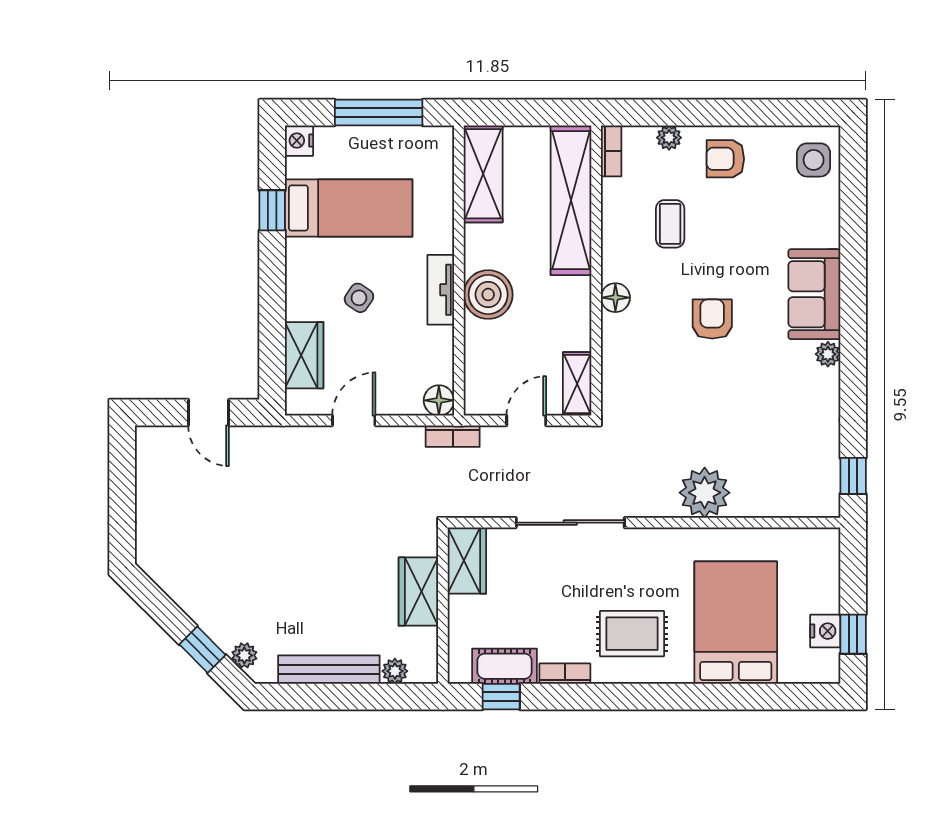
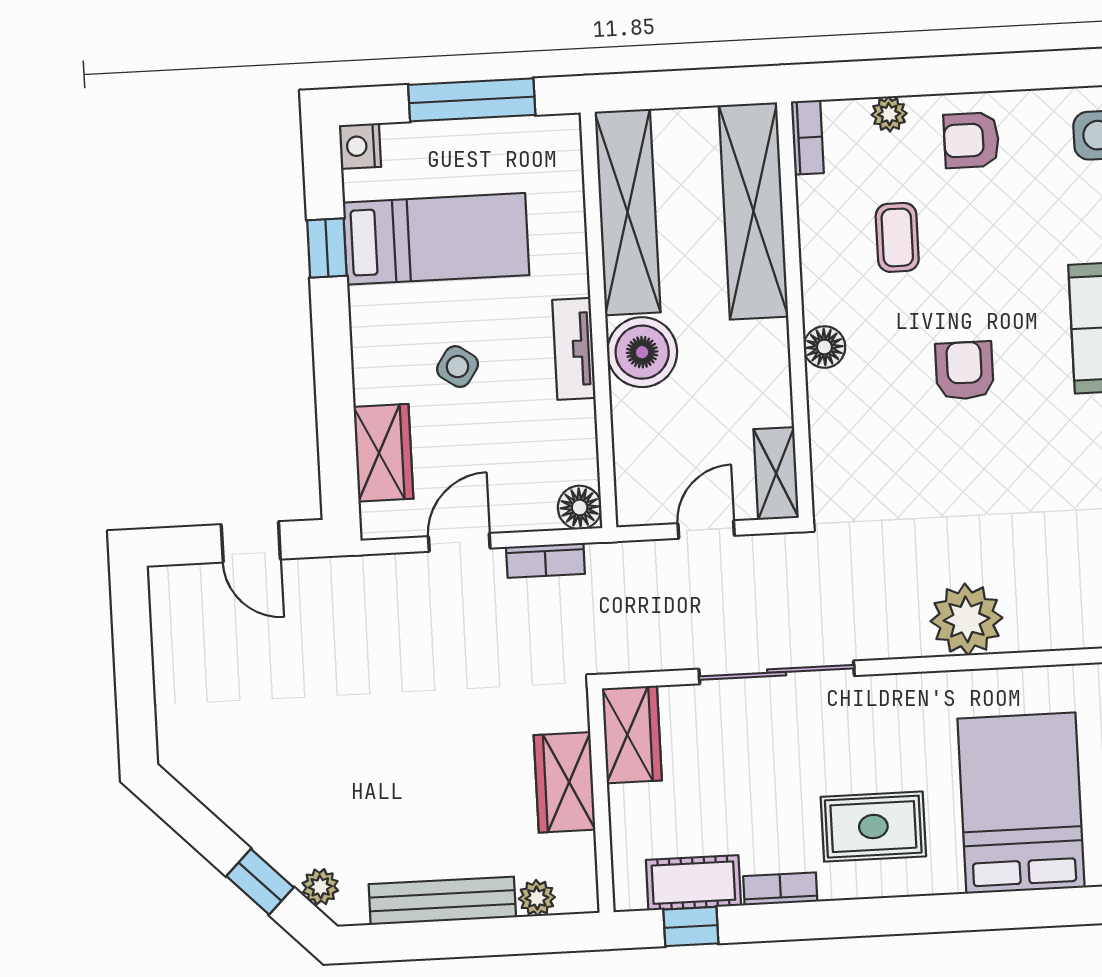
shelving: (483, 174) -> (628, 212), width x1.47
bookcase: (453, 436) -> (545, 560), moved

